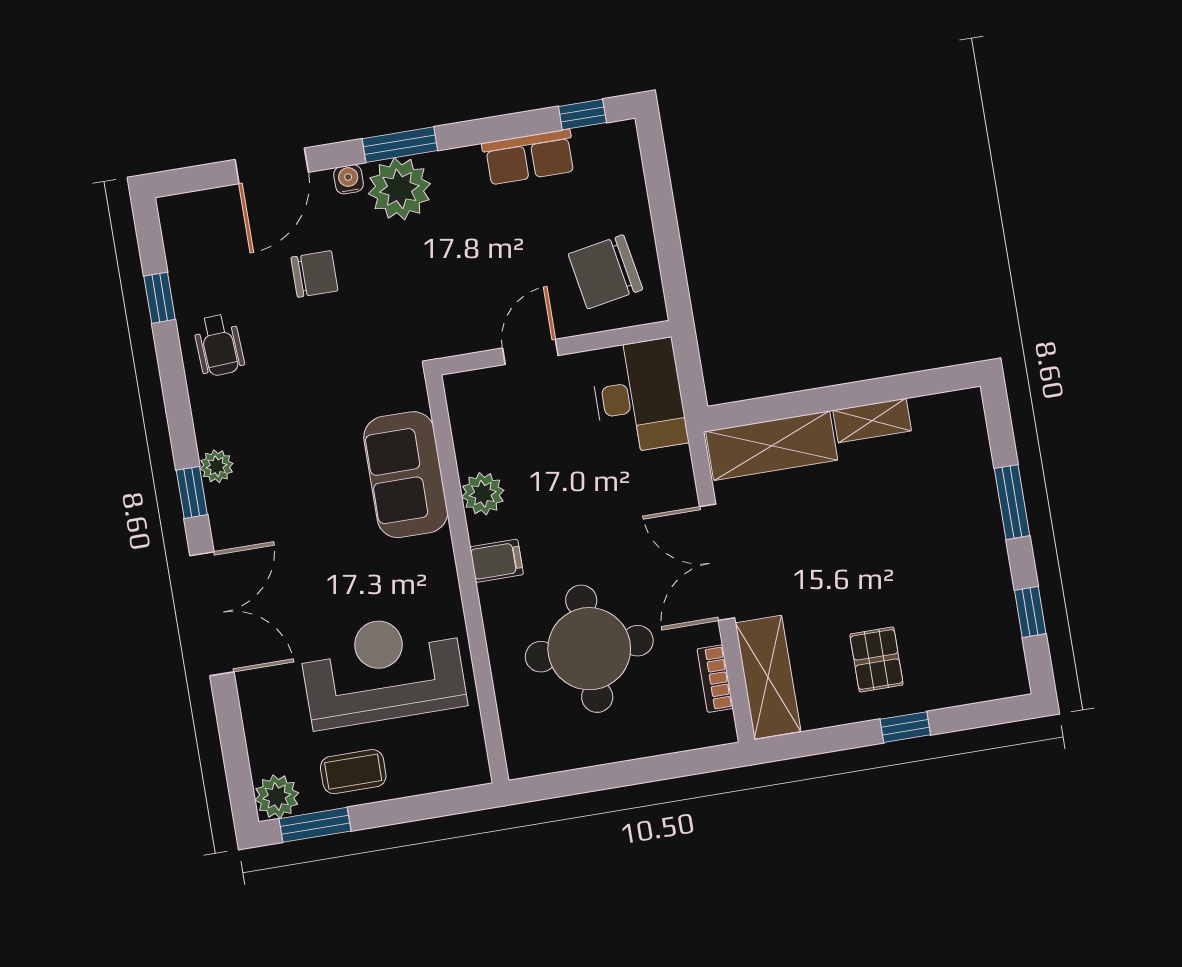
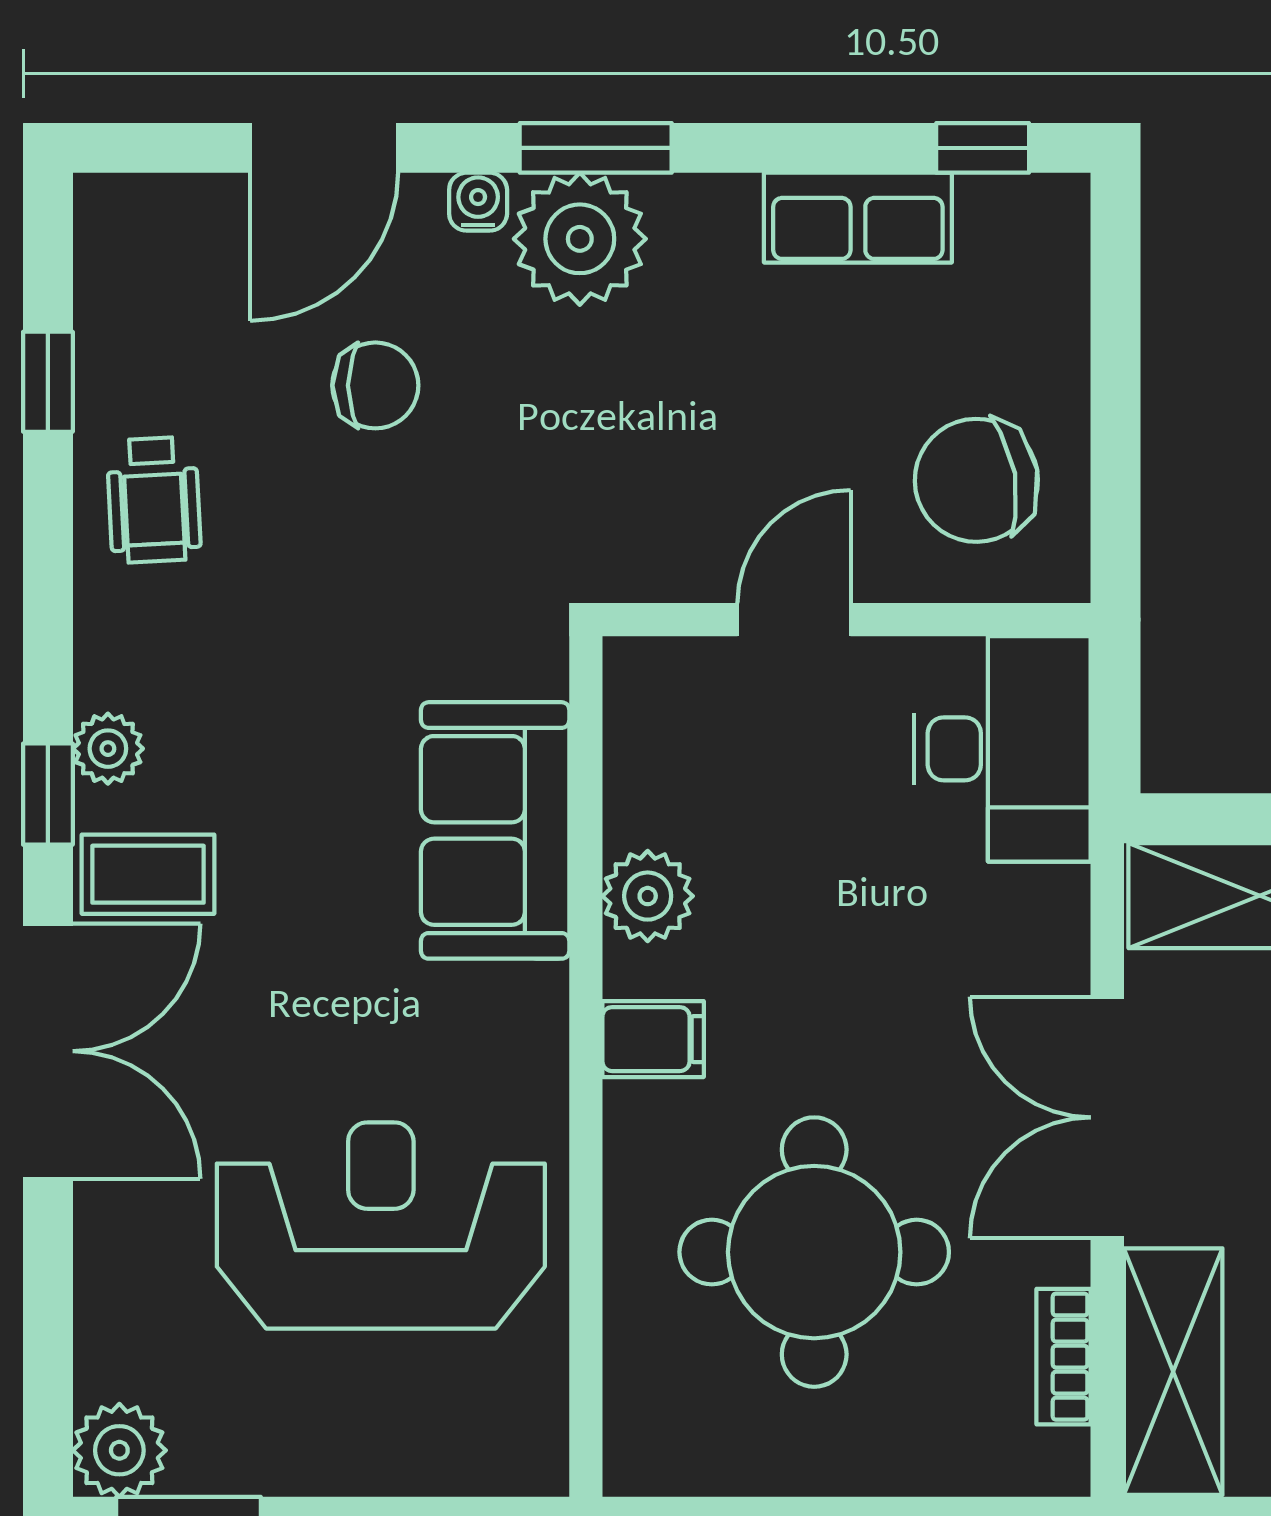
coffee table: (353, 772) -> (148, 874), moved

